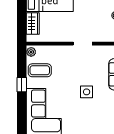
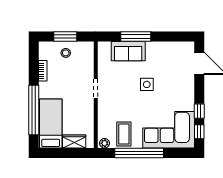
window: (22, 85) -> (139, 153), width x3.17

